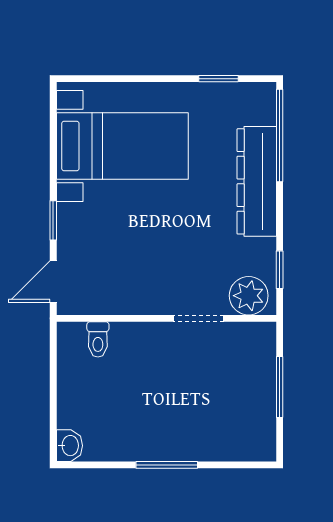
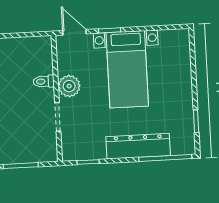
bed with nightstands: (122, 146) -> (127, 69), moved
plant: (249, 296) -> (69, 86), moved
toilet: (98, 339) -> (44, 81), moved

